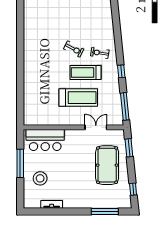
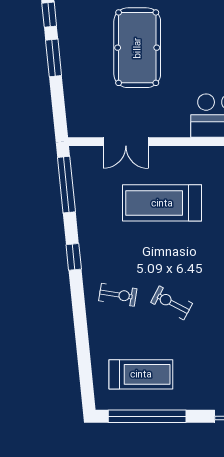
treadmill: (86, 73) -> (141, 374), moved
window: (129, 148) -> (54, 58), moved
pool table: (107, 165) -> (137, 48), moved

